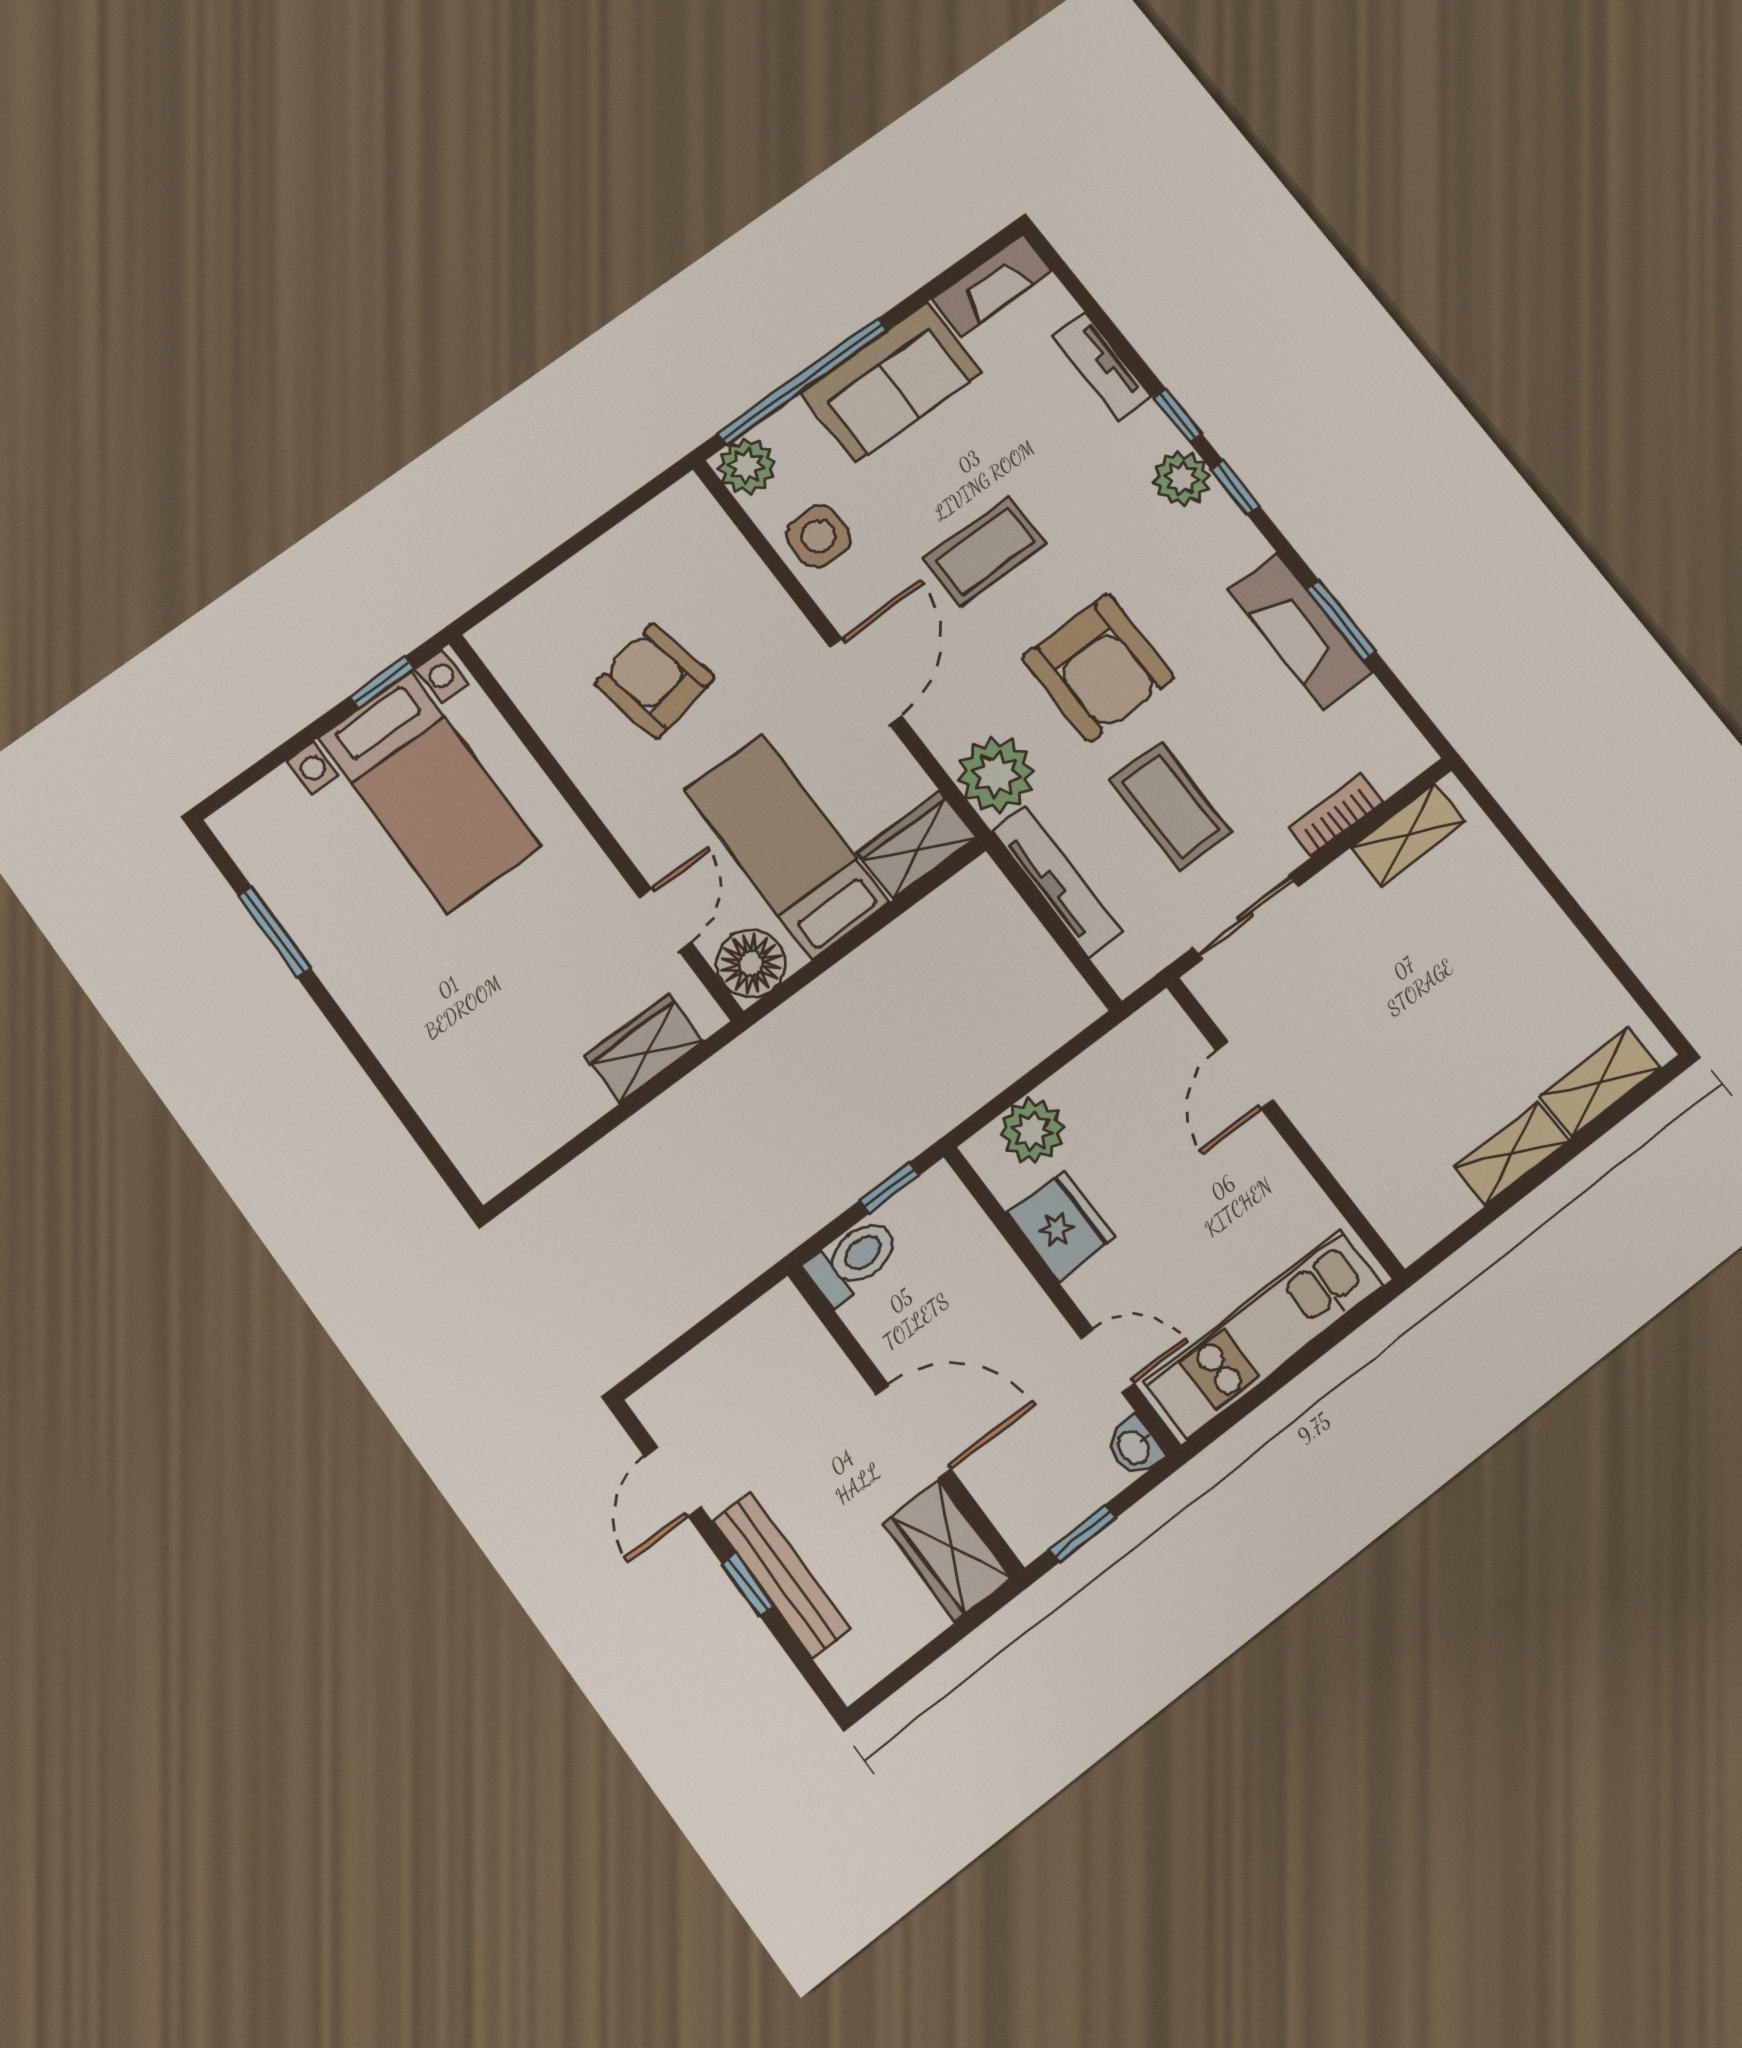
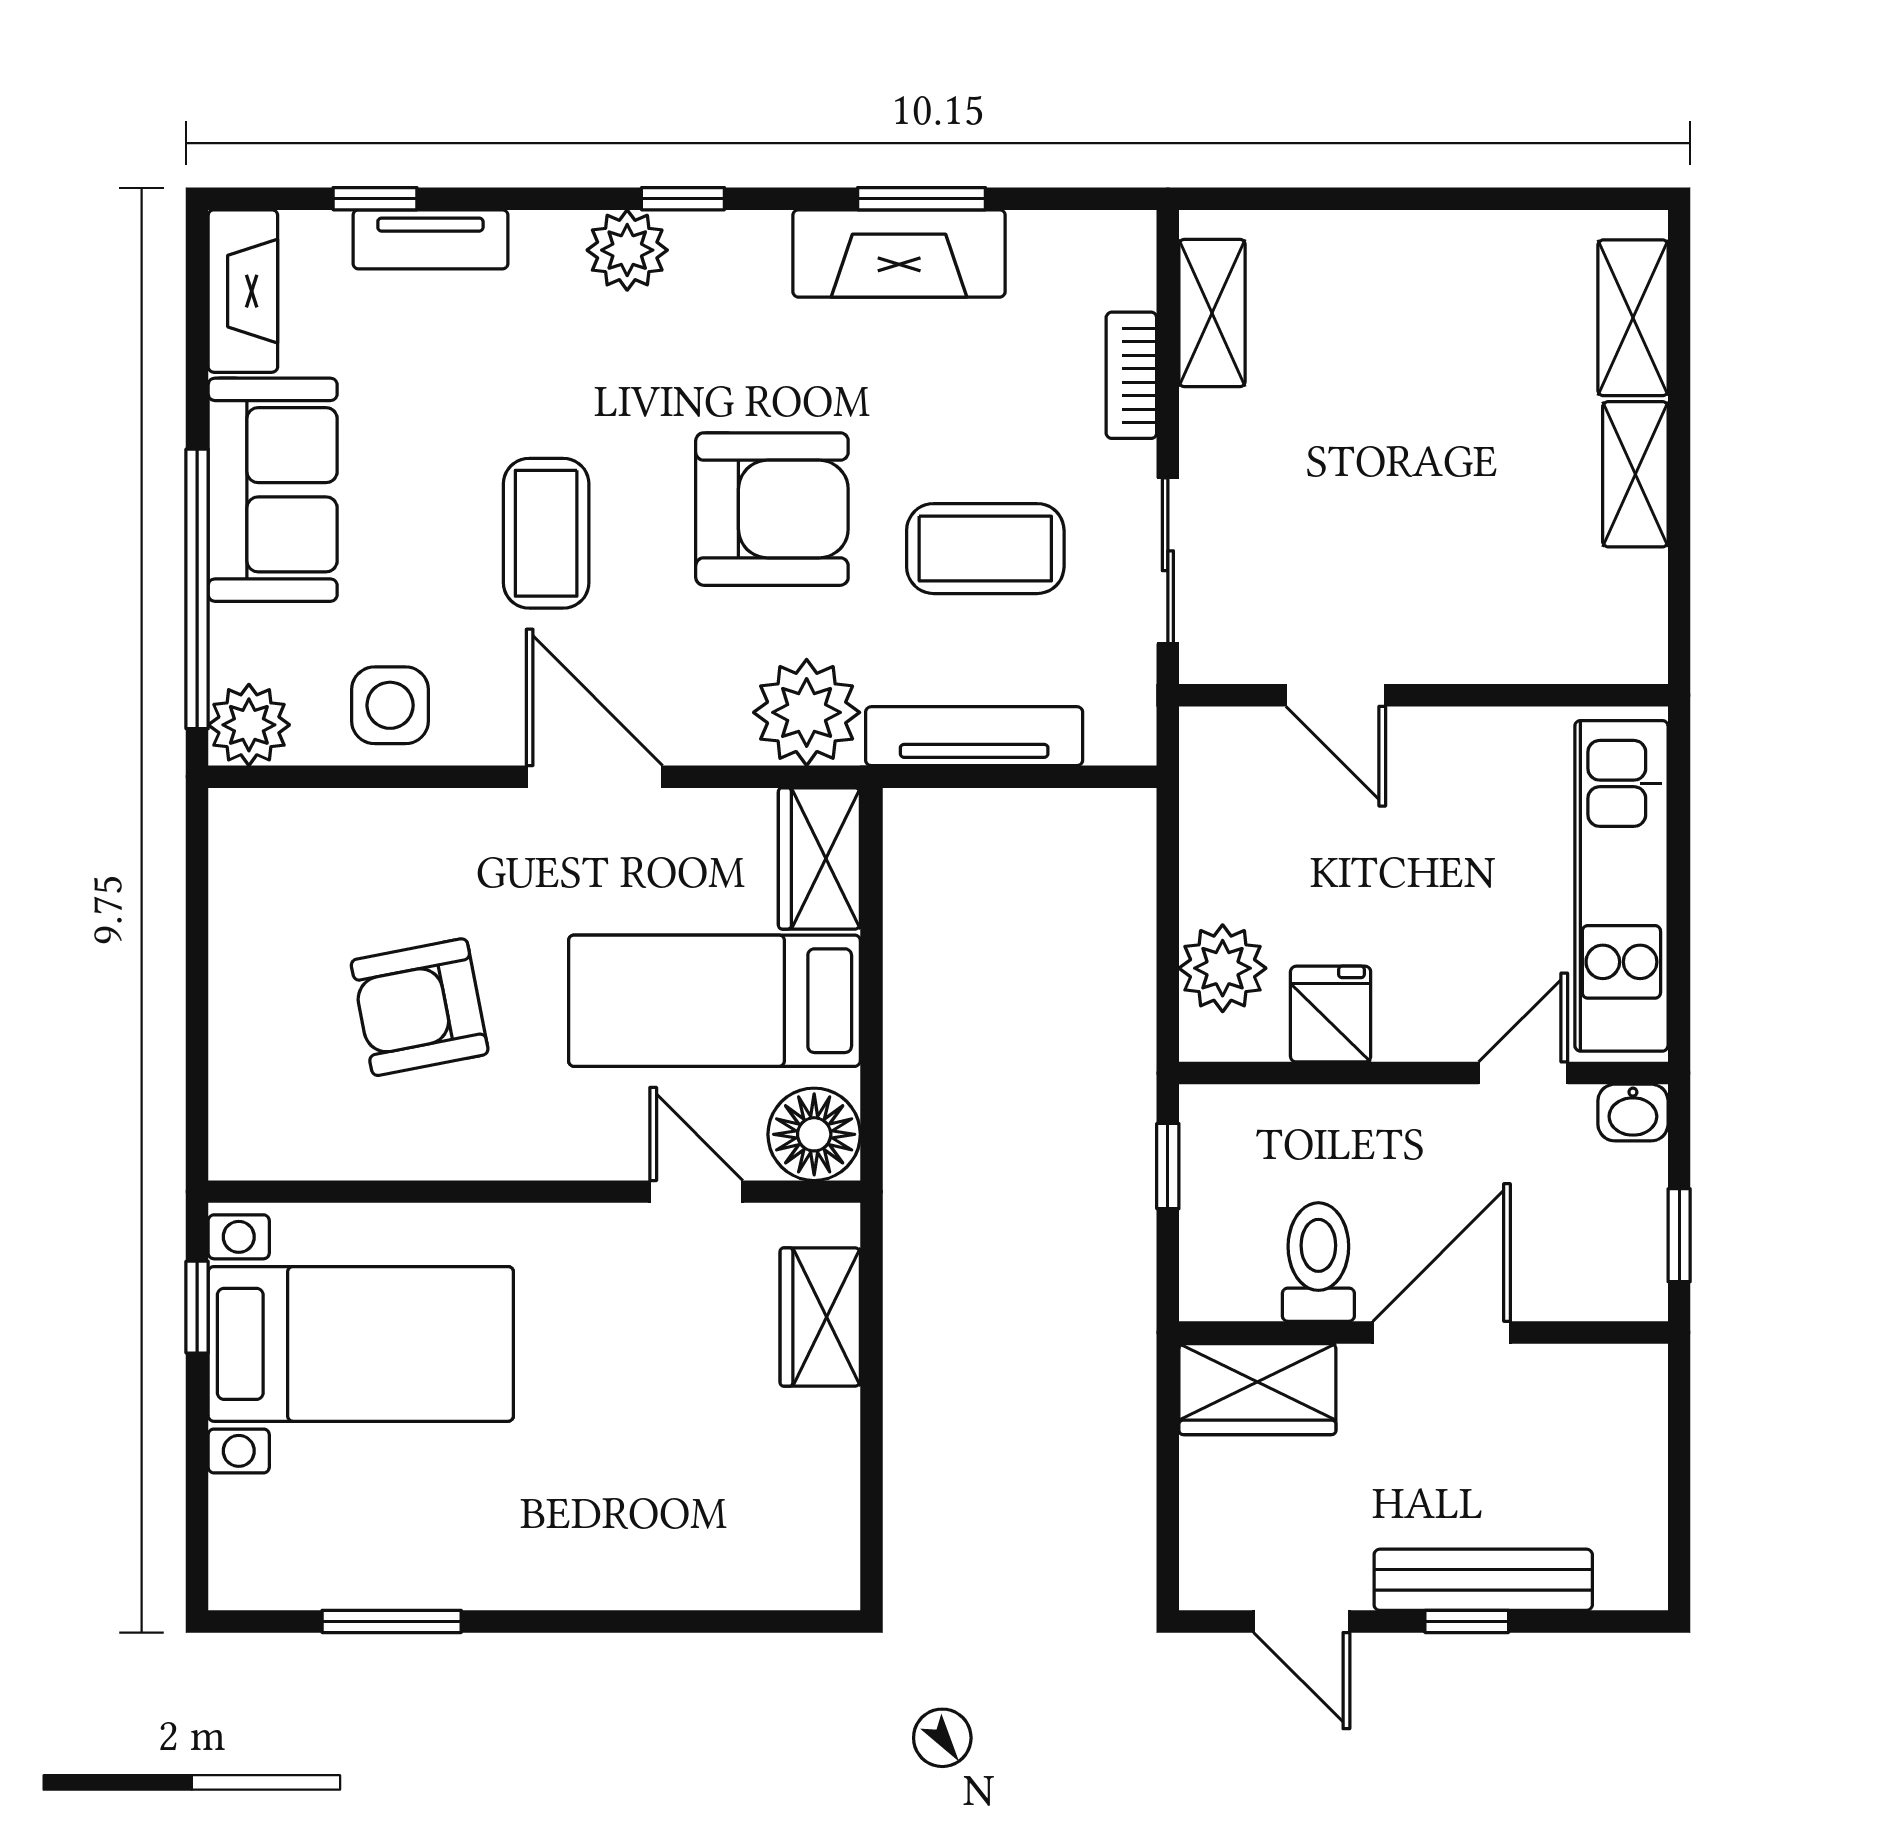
window: (1177, 415) -> (375, 199), moved
fridge: (1061, 1226) -> (1331, 1014), width x0.72
toilet: (853, 1260) -> (1318, 1262), moved
wardrobe: (947, 1551) -> (1257, 1389), moved

